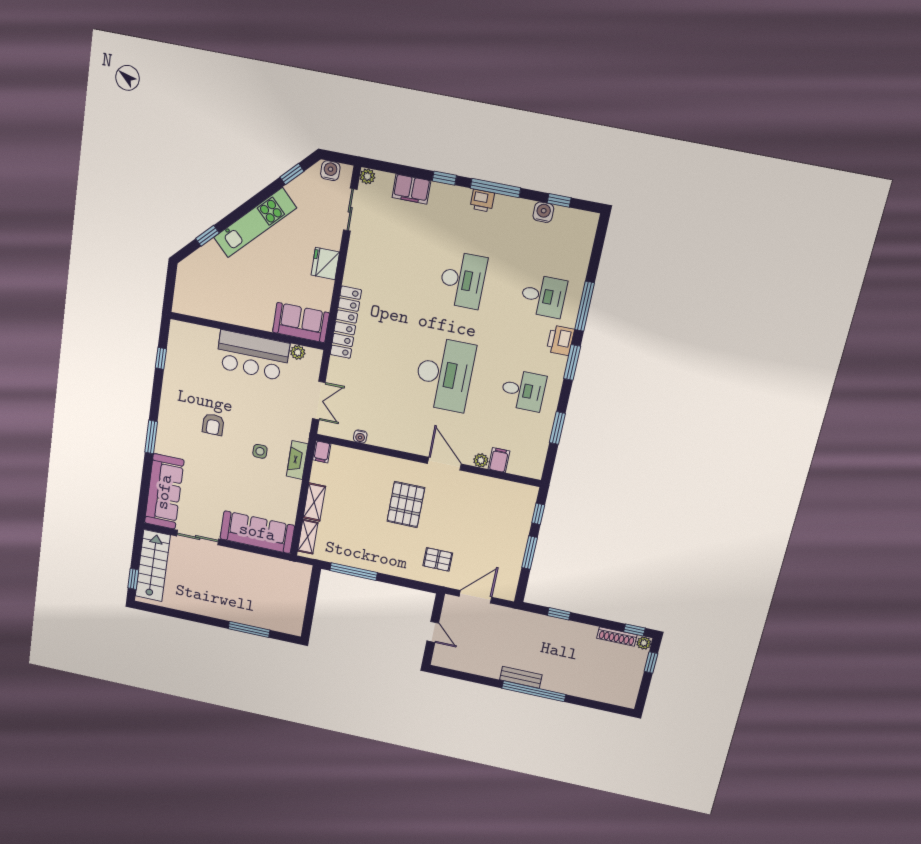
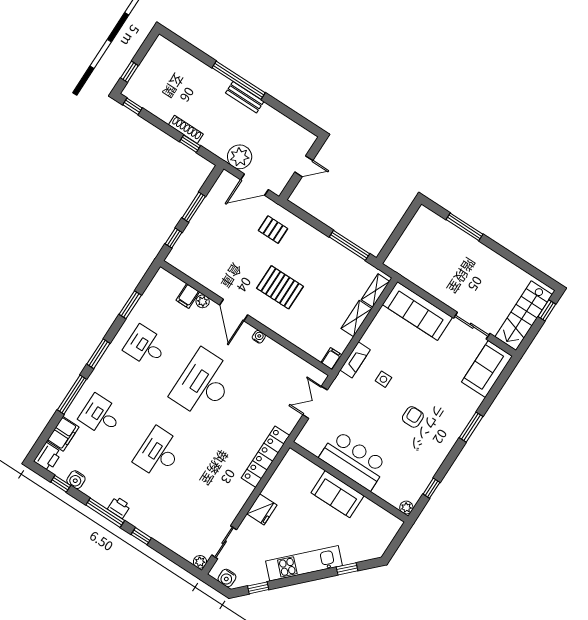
filing cabinet: (411, 189) -> (63, 434), moved, turned 90
sofa: (301, 323) -> (337, 494), moved
printer: (560, 340) -> (48, 457), moved
plant: (298, 352) -> (406, 508), moved
water cooler: (360, 436) -> (259, 337), moved
sofa: (164, 492) -> (487, 369), width x0.73
pallet: (406, 505) -> (280, 287), turned 90
door: (433, 632) -> (304, 166), swing flipped
shoe rack: (617, 637) -> (186, 129), moved
plant: (644, 643) -> (240, 157), moved, width x1.87, depth x1.87

